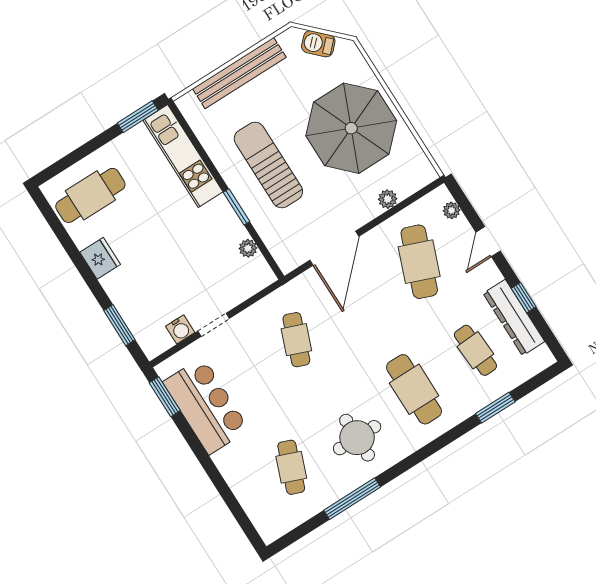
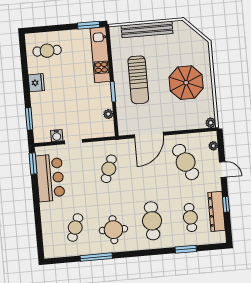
barbecue: (318, 44) -> (191, 35), removed
parasol: (351, 128) -> (186, 83), width x0.73, depth x0.73
sun lounger: (268, 165) -> (138, 80), turned 180
cafe table: (90, 195) -> (47, 51), width x0.73, depth x0.74
plant: (388, 199) -> (211, 123), moved
door: (488, 242) -> (223, 169), swing flipped
cafe table: (419, 262) -> (186, 162), turned -45

